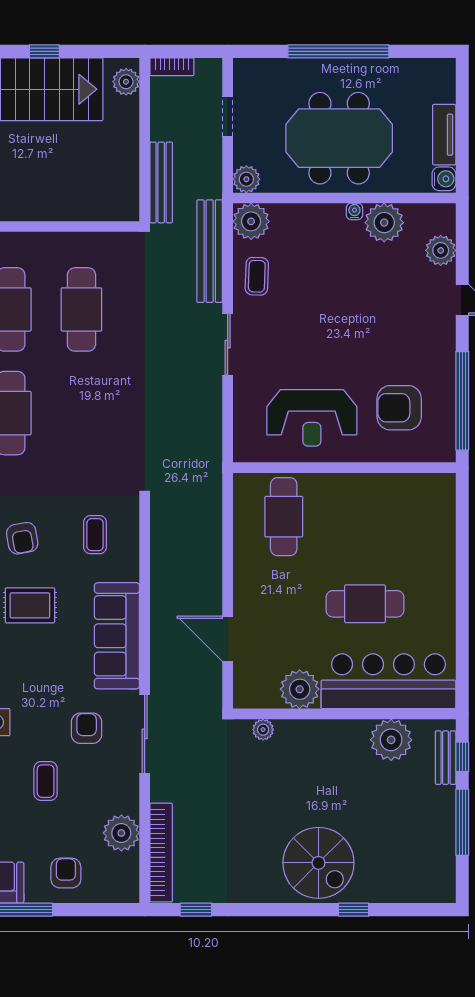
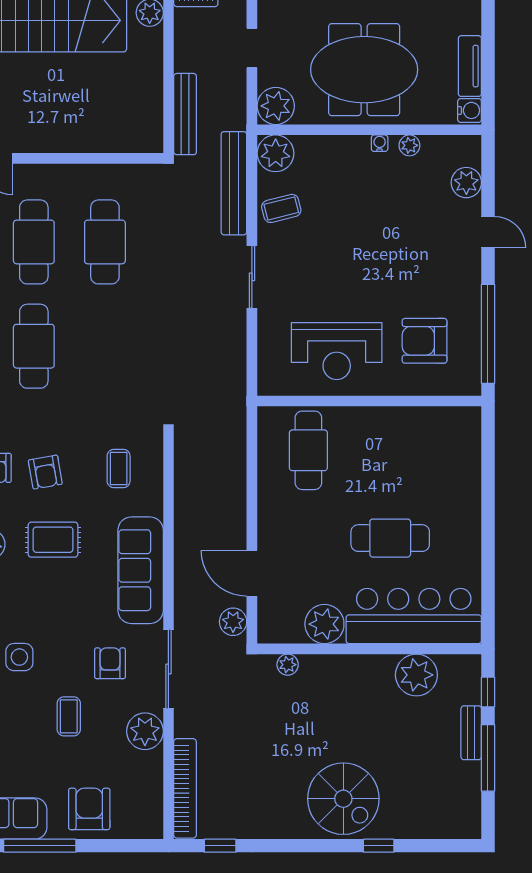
plant: (246, 179) -> (276, 106), width x1.36, depth x1.36
plant: (384, 223) -> (409, 145), width x0.53, depth x0.53
coffee table: (257, 276) -> (281, 208), turned 74
plant: (209, 687) -> (233, 622), added
bench: (446, 758) -> (471, 733), moved
plant: (121, 833) -> (145, 731), moved
armchair: (66, 873) -> (89, 809), width x1.38, depth x1.38

